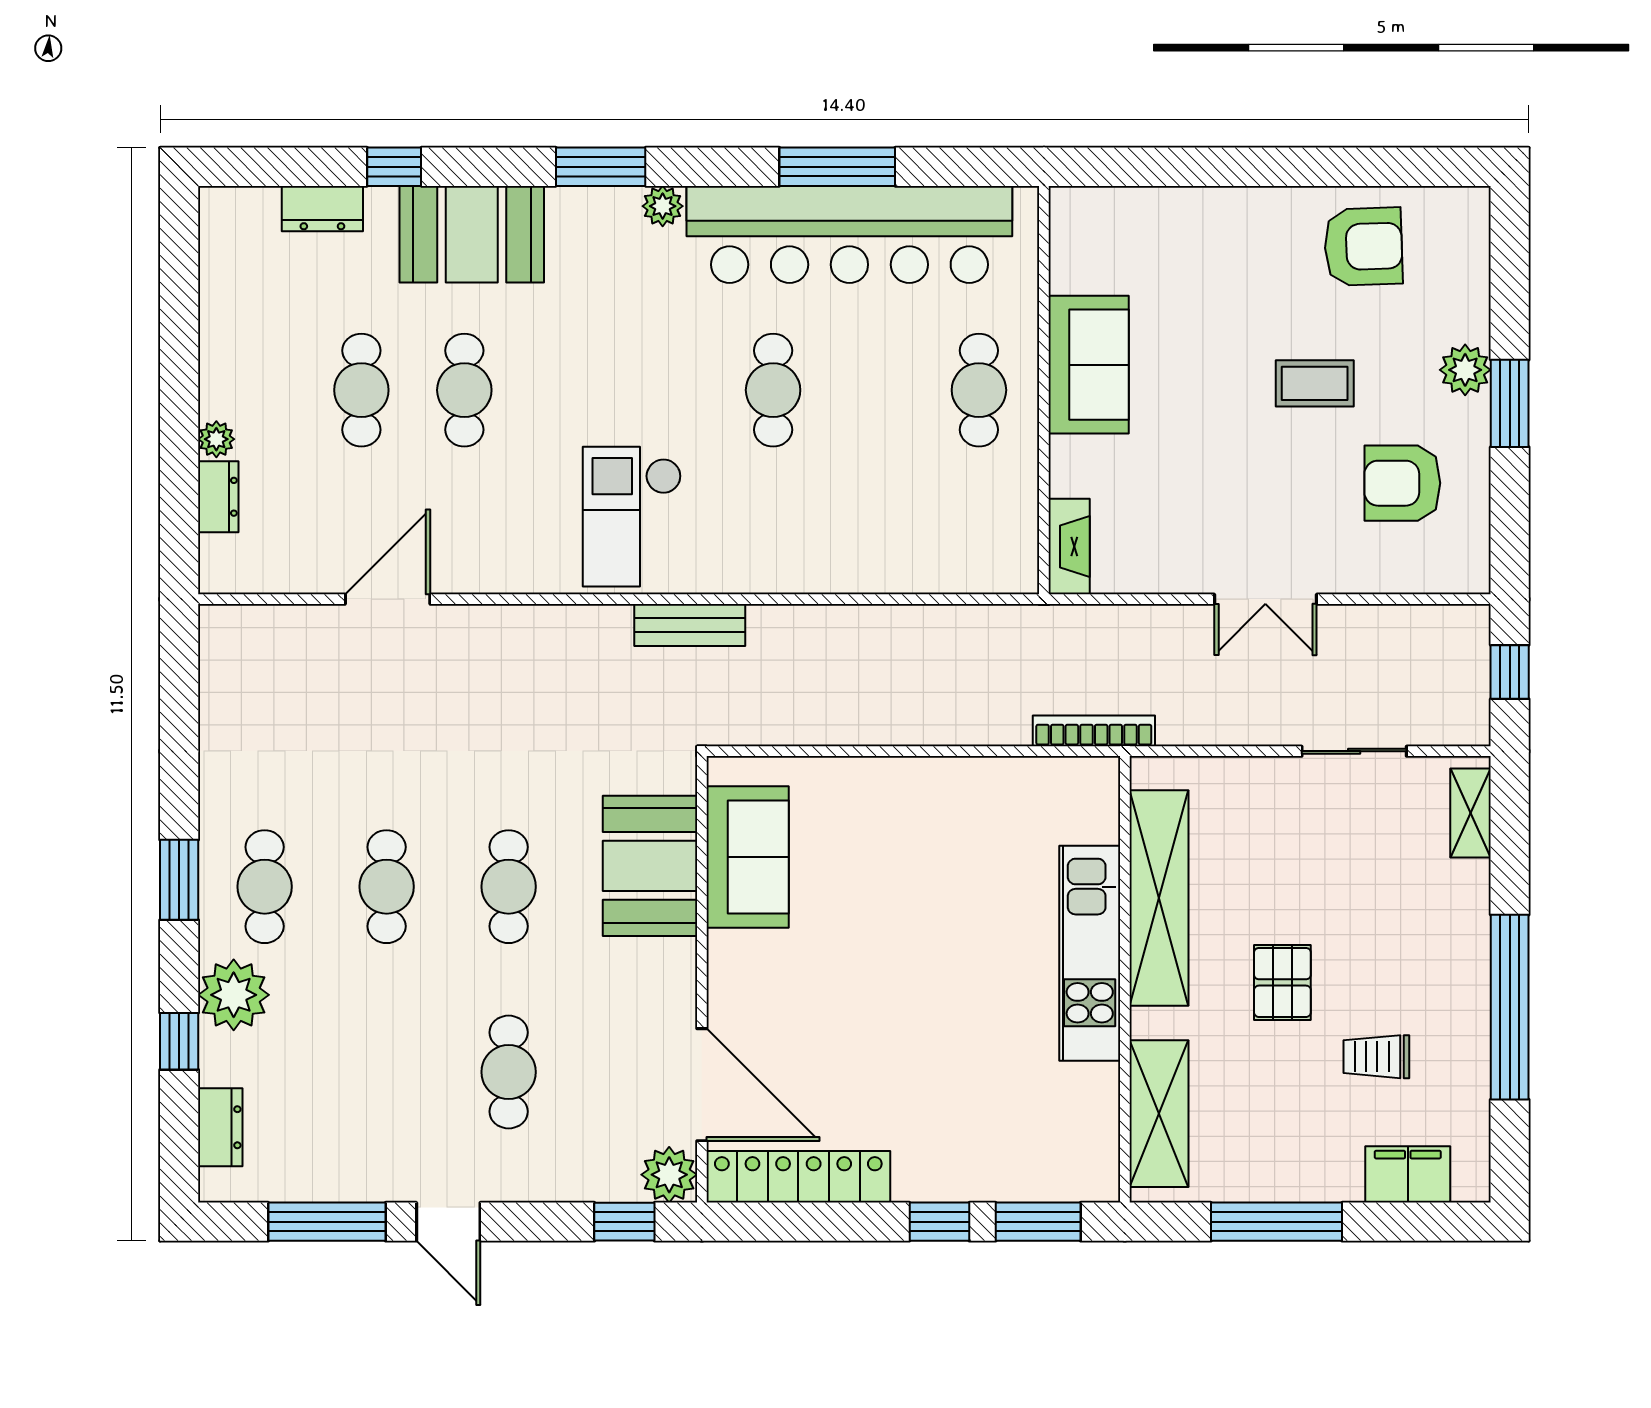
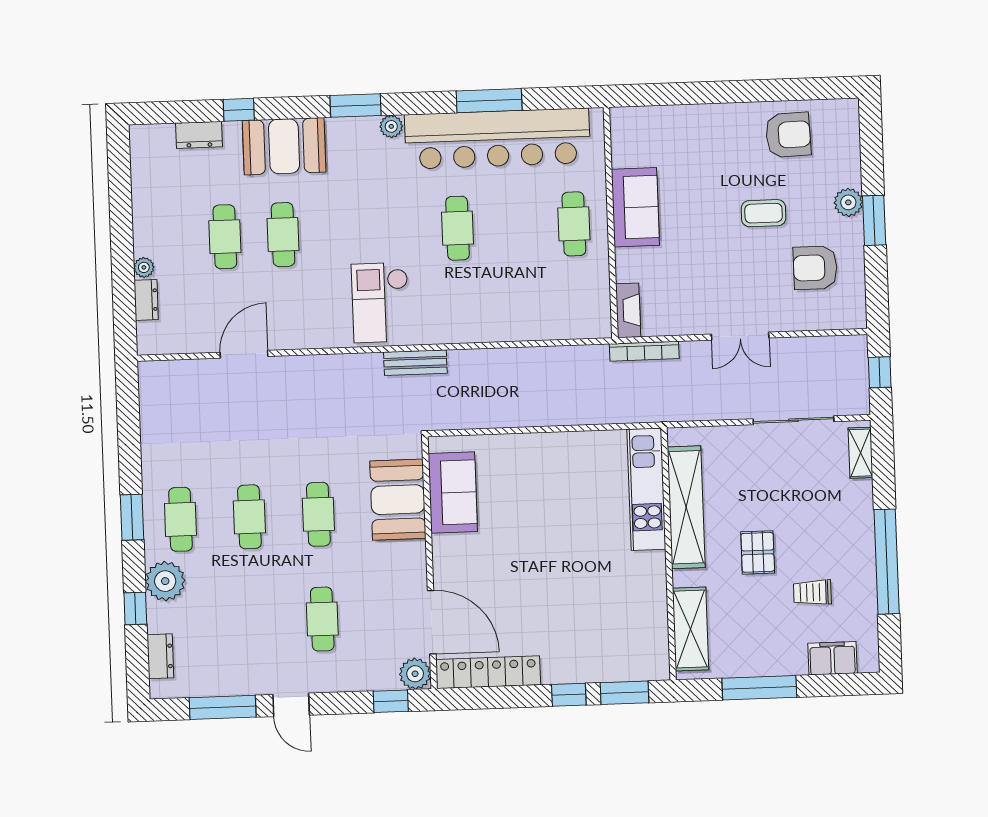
bookcase: (1094, 731) -> (644, 351), moved, turned 180
sliding door: (1354, 751) -> (793, 420), width x1.37
kitchen unit: (1090, 953) -> (646, 489), moved

